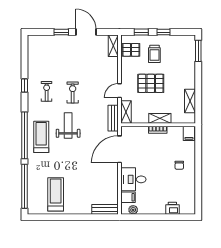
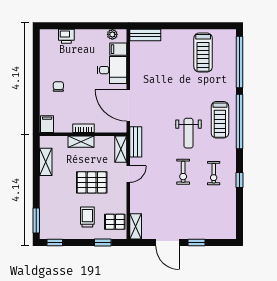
window: (164, 32) -> (55, 243), moved
door: (119, 149) -> (128, 105), swing flipped

